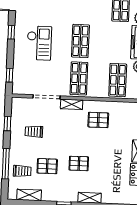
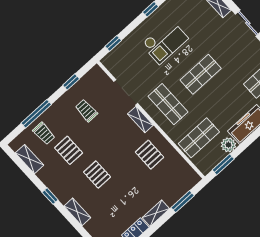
shop shelf: (79, 78) -> (168, 104), turned 90

